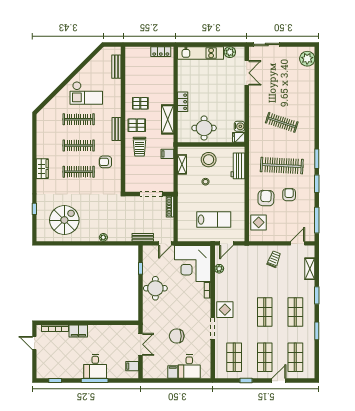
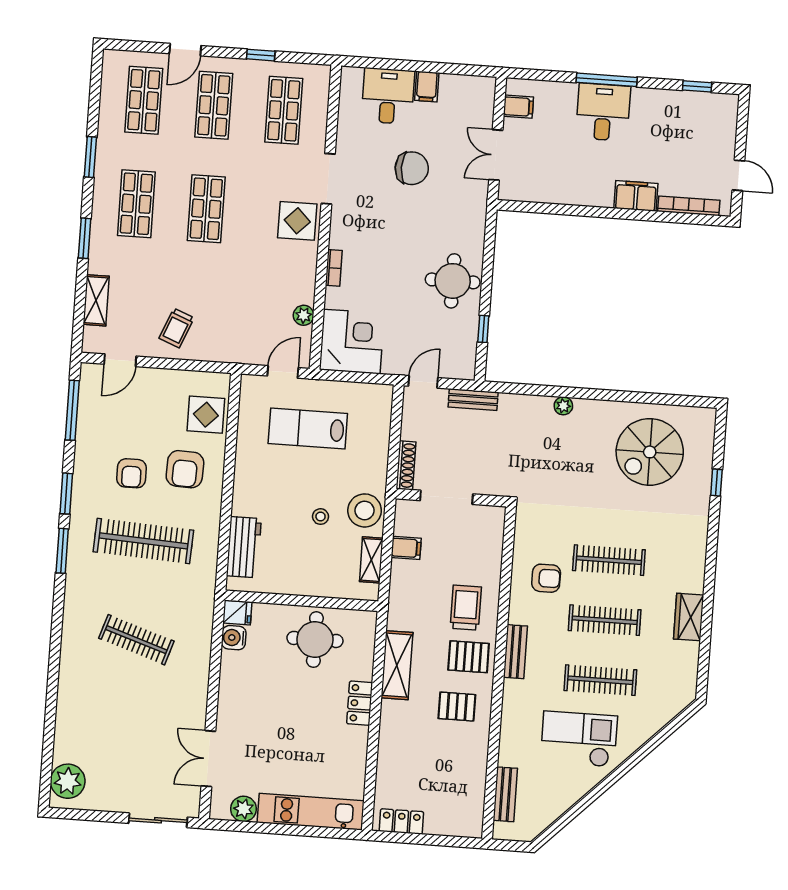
filing cabinet: (167, 154) -> (406, 548), moved
stool: (209, 160) -> (365, 510), moved
wardrobe: (42, 169) -> (689, 617), moved
corner desk: (193, 264) -> (352, 342), width x0.74, depth x0.74

